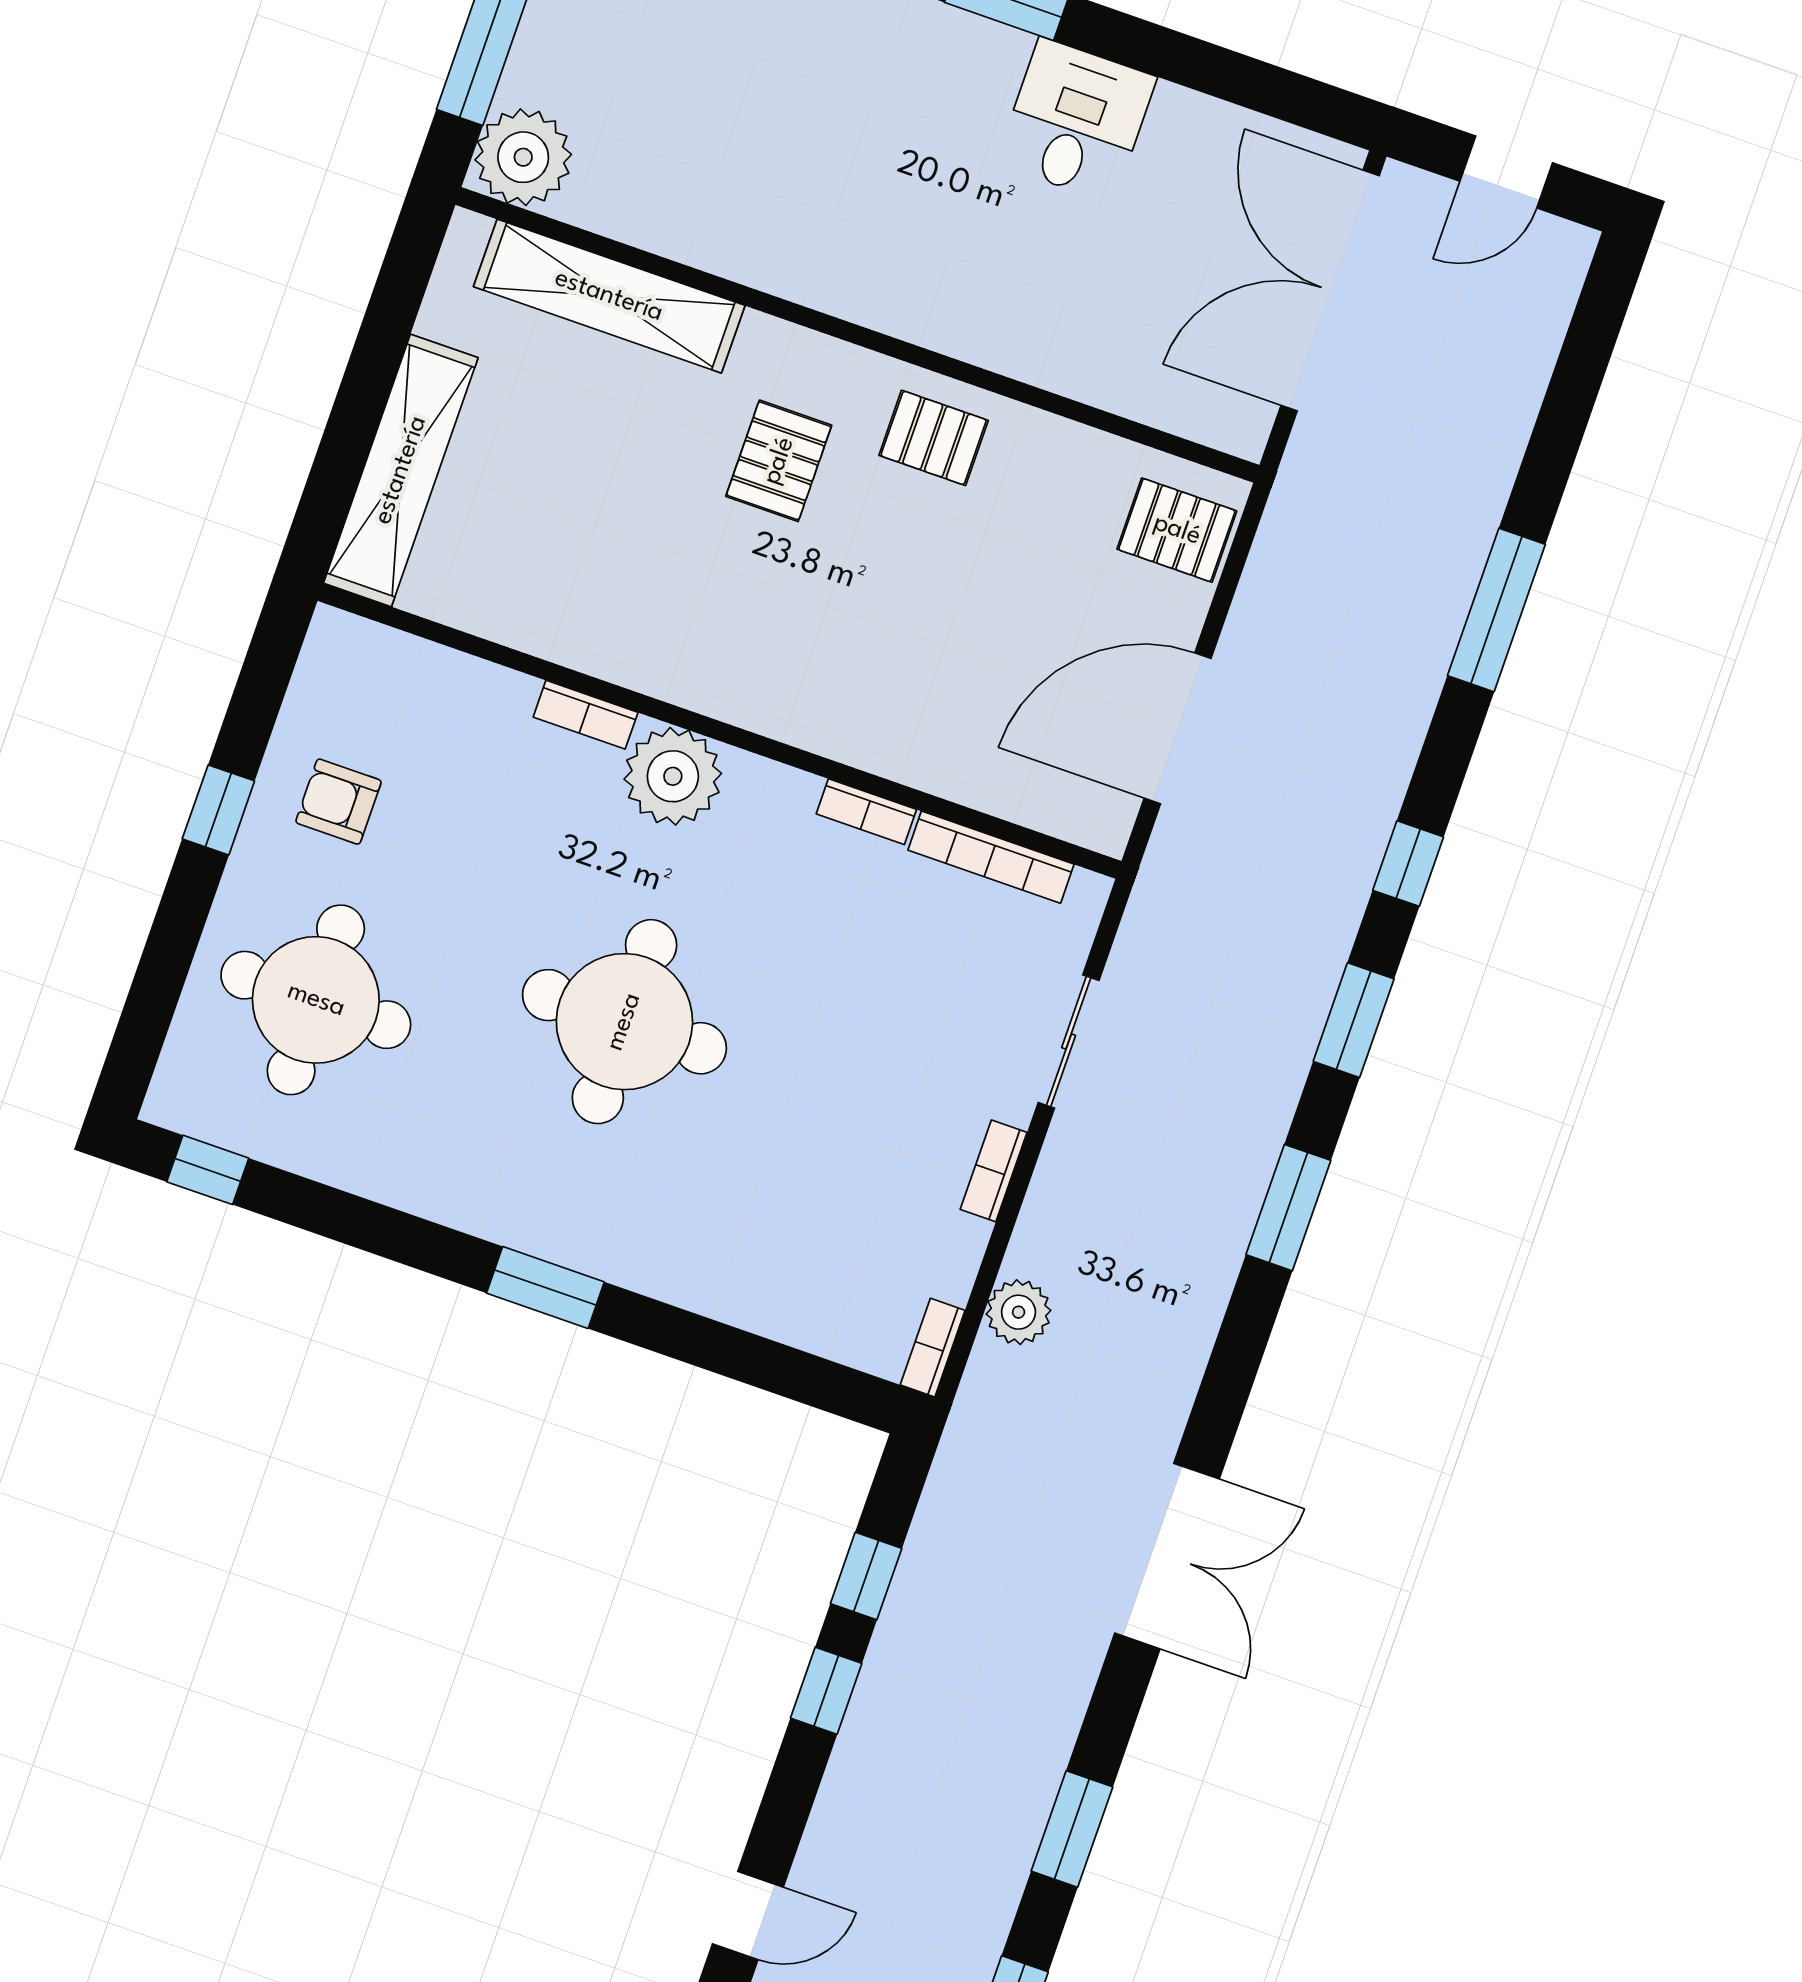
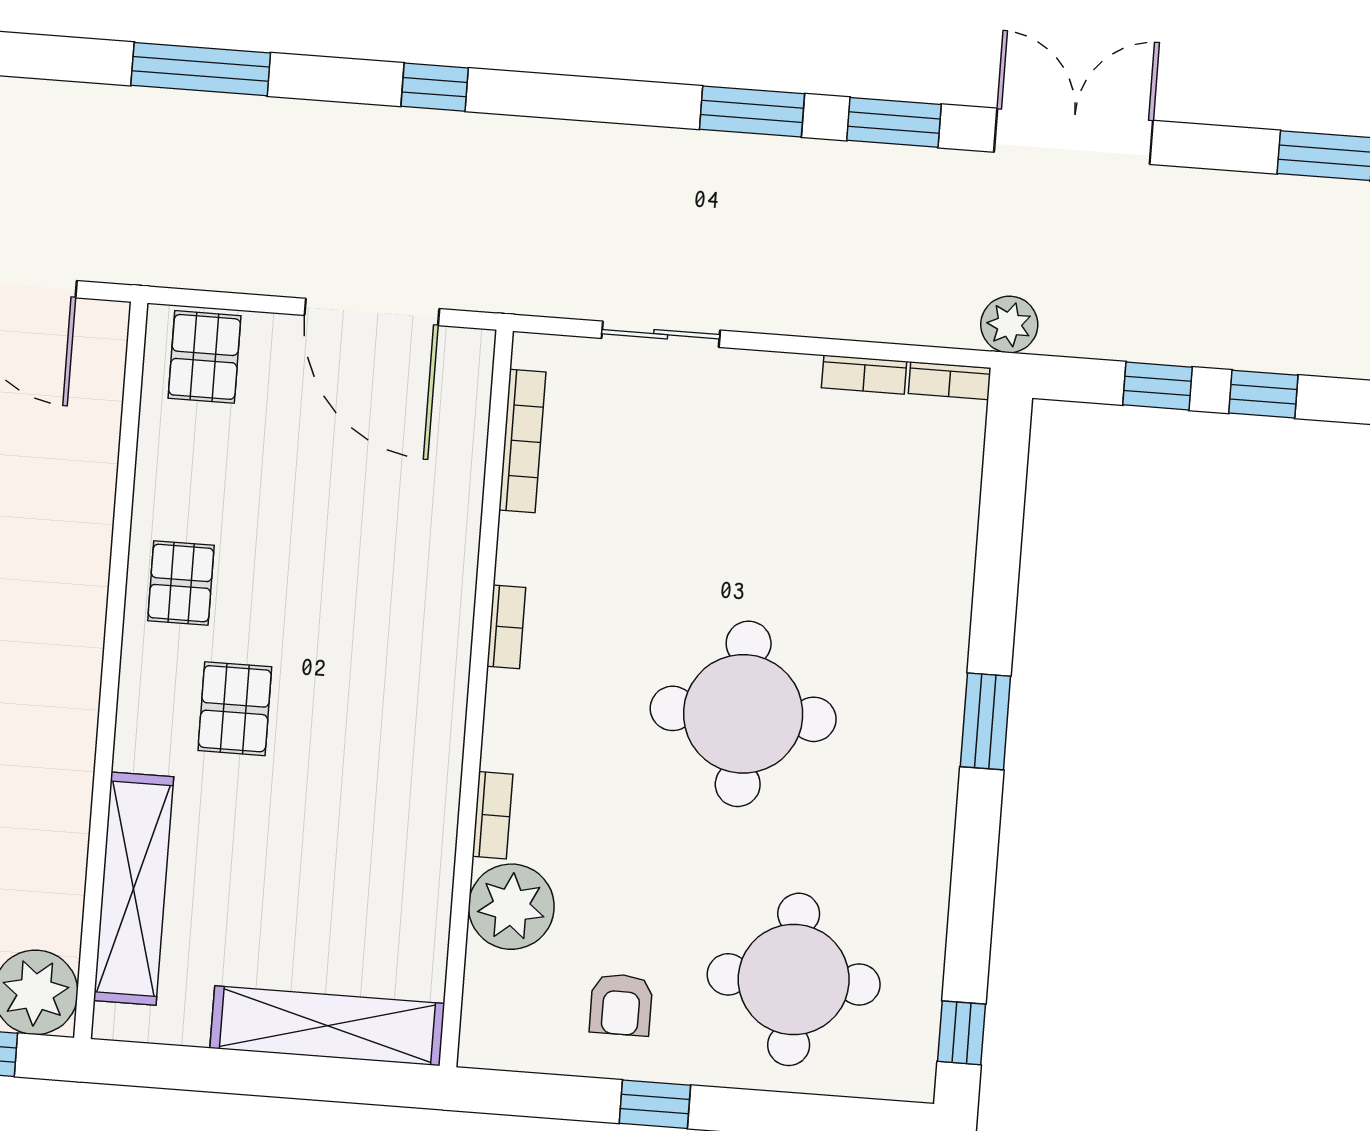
pallet: (779, 461) -> (235, 709), turned 90
plant: (673, 776) -> (511, 907), moved
bookcase: (866, 812) -> (506, 627), moved
window: (1354, 1020) -> (894, 122), moved
bookcase: (994, 1171) -> (864, 375), moved
plant: (1019, 1312) -> (1009, 324), moved

